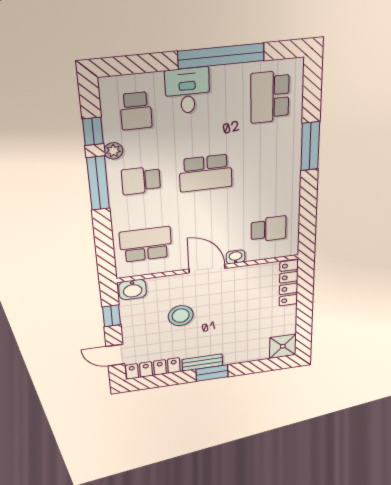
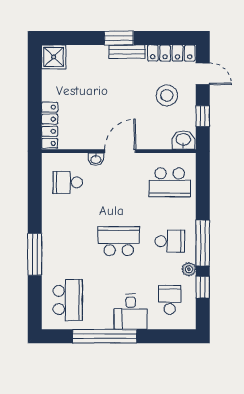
door: (207, 269) -> (120, 151), swing flipped
stool: (181, 316) -> (167, 95), moved

